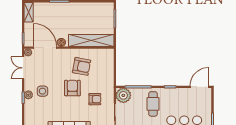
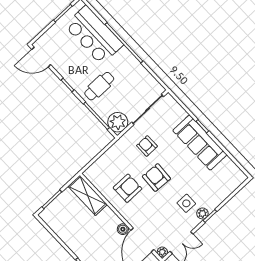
shelving: (91, 40) -> (88, 195), width x0.68
armchair: (82, 66) -> (128, 188), turned 79
armchair: (72, 88) -> (156, 178), turned 93

